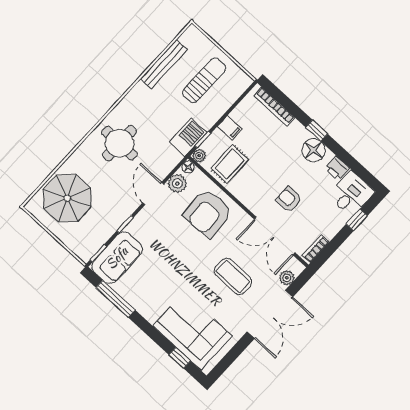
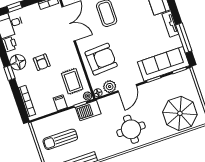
rug: (230, 164) -> (72, 81), turned 90
armchair: (289, 200) -> (42, 62), moved
sofa: (117, 258) -> (164, 64), width x1.36
tv unit: (143, 307) -> (170, 24), added

